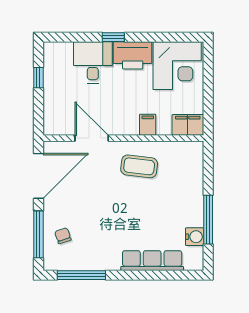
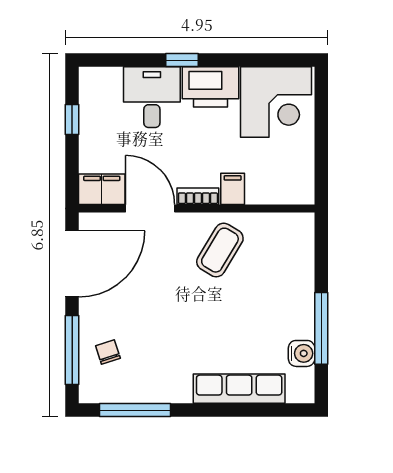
filing cabinet: (188, 125) -> (102, 189), moved
bookcase: (124, 130) -> (198, 196), added
coffee table: (139, 166) -> (220, 250), turned -66

